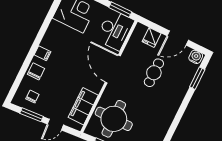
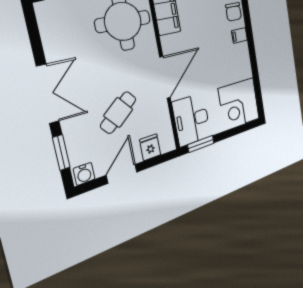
door: (113, 69) -> (165, 77), hinge flipped
cafe table: (154, 73) -> (118, 112), turned 51
double door: (180, 112) -> (48, 94), added

